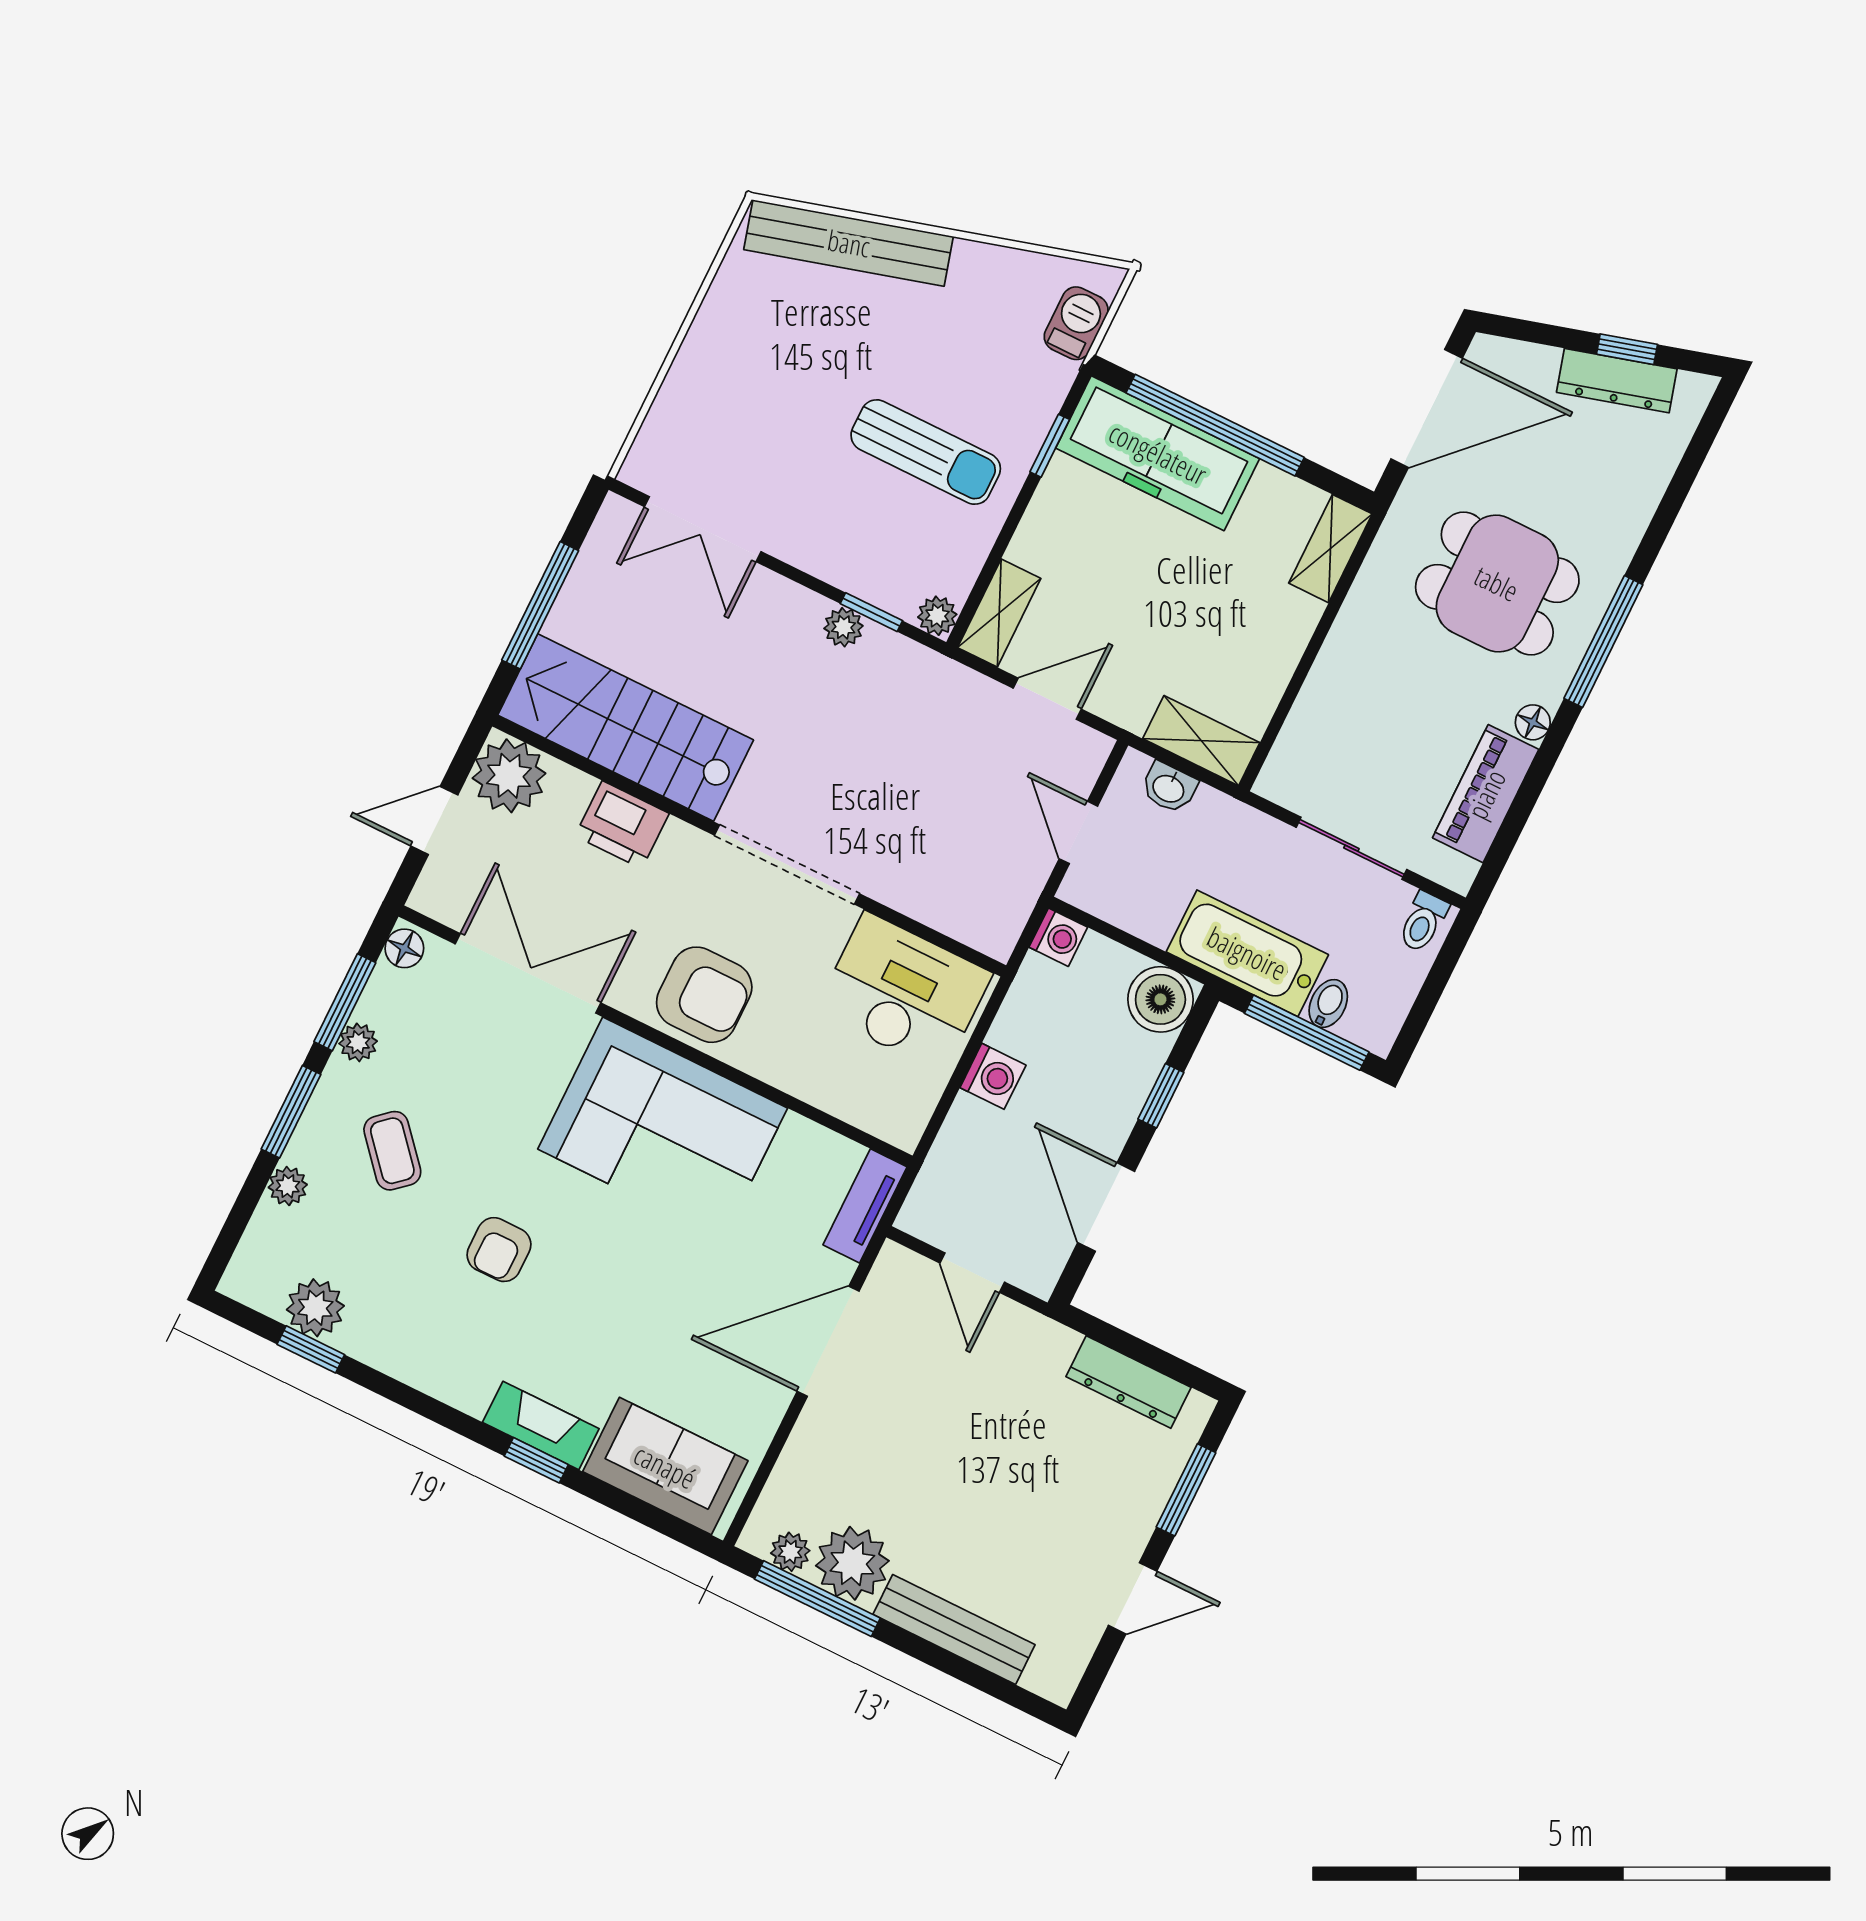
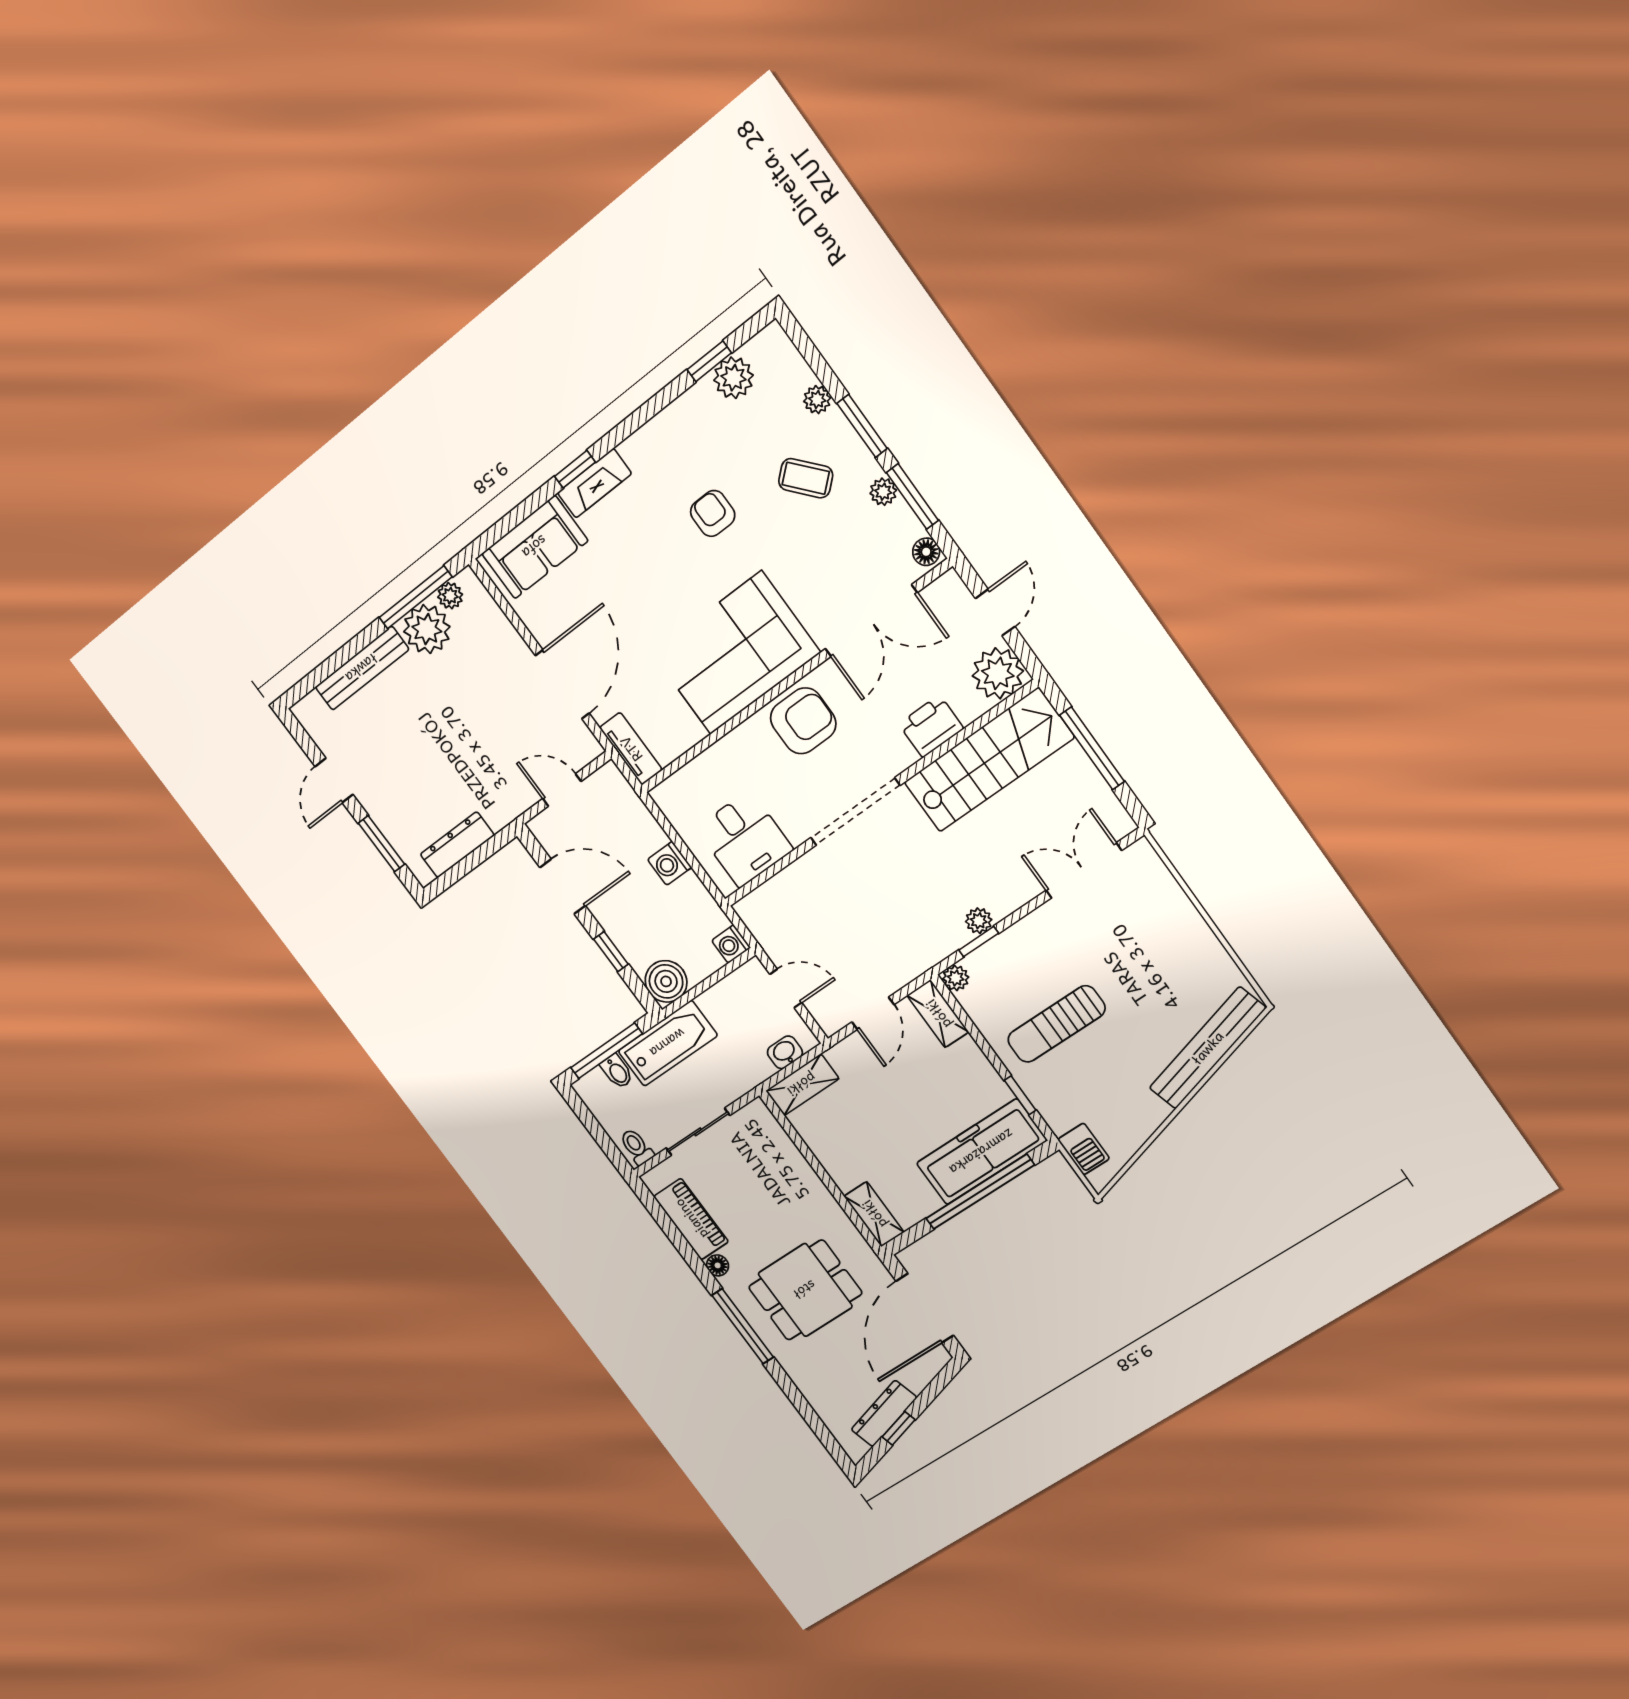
desk: (904, 992) -> (744, 839), width x0.73
armchair: (704, 995) -> (803, 721), turned 180

